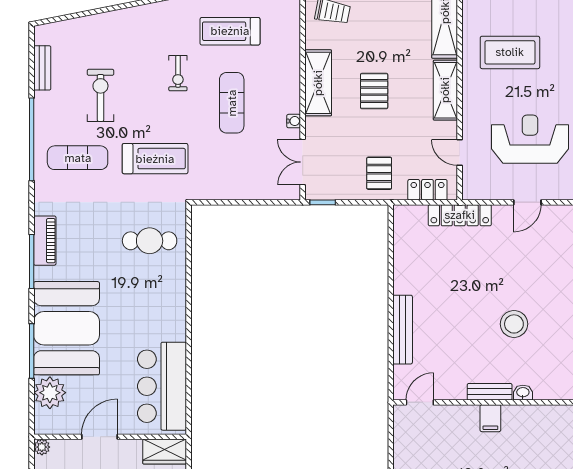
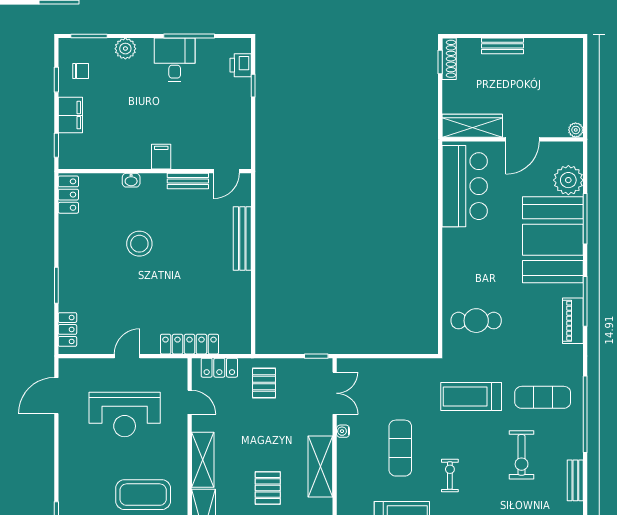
pallet: (374, 91) -> (268, 488), moved
bench: (490, 392) -> (188, 181), moved
wardrobe: (165, 452) -> (472, 126), width x1.50

